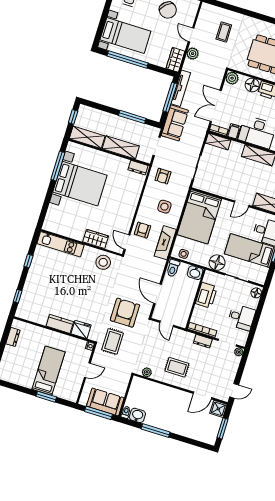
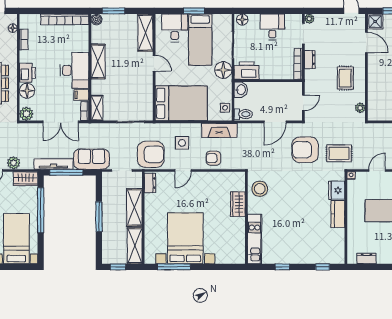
window: (128, 60) -> (41, 210), moved
window: (132, 117) -> (99, 217), moved
armchair: (163, 176) -> (151, 154), width x1.88, depth x1.88
door: (127, 242) -> (183, 170), moved
printer: (206, 295) -> (247, 71), moved
door: (87, 370) -> (377, 170), hinge flipped

